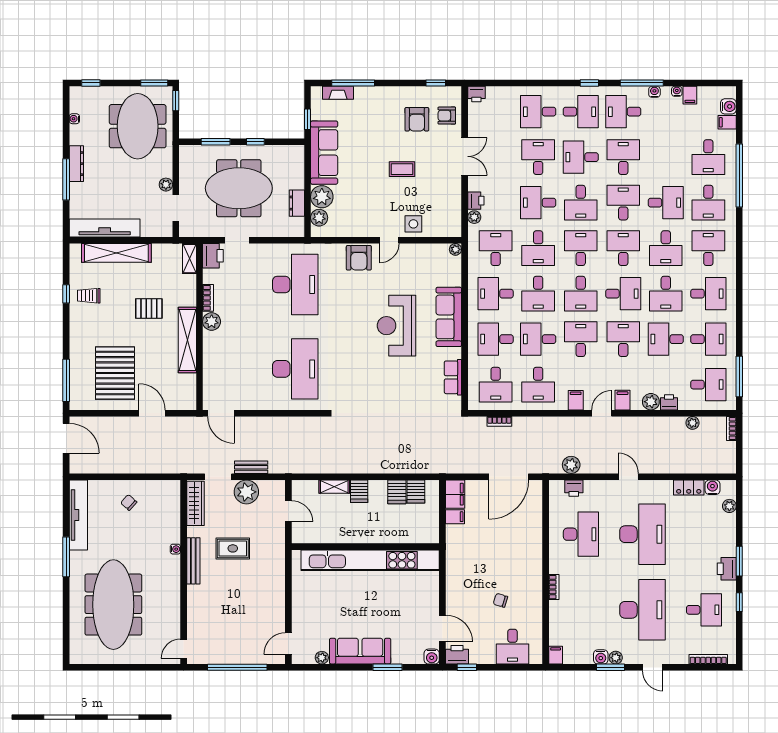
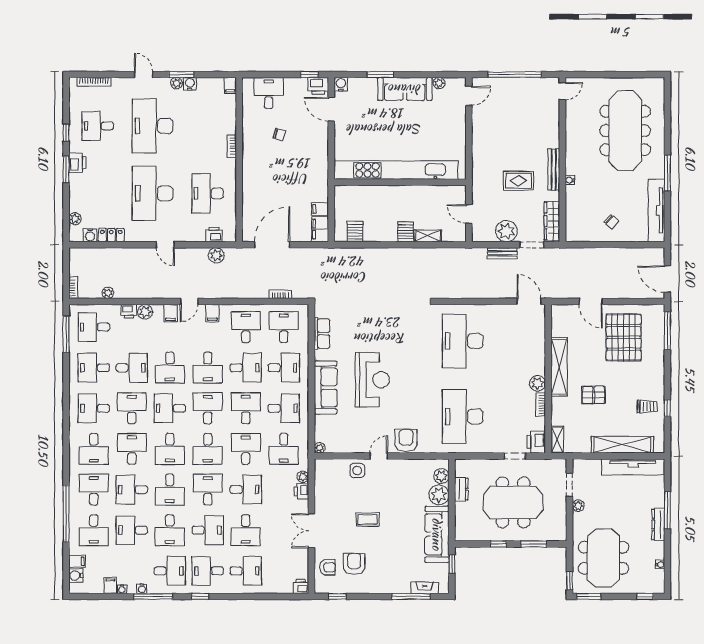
desk: (666, 157) -> (132, 530), added
desk: (708, 157) -> (94, 530), turned 180
server rack: (397, 492) -> (372, 231), removed

